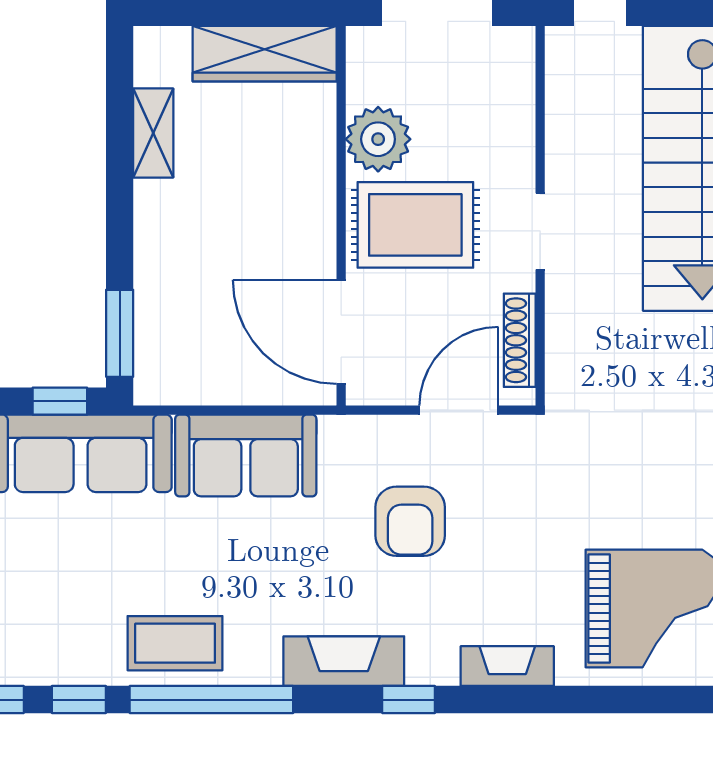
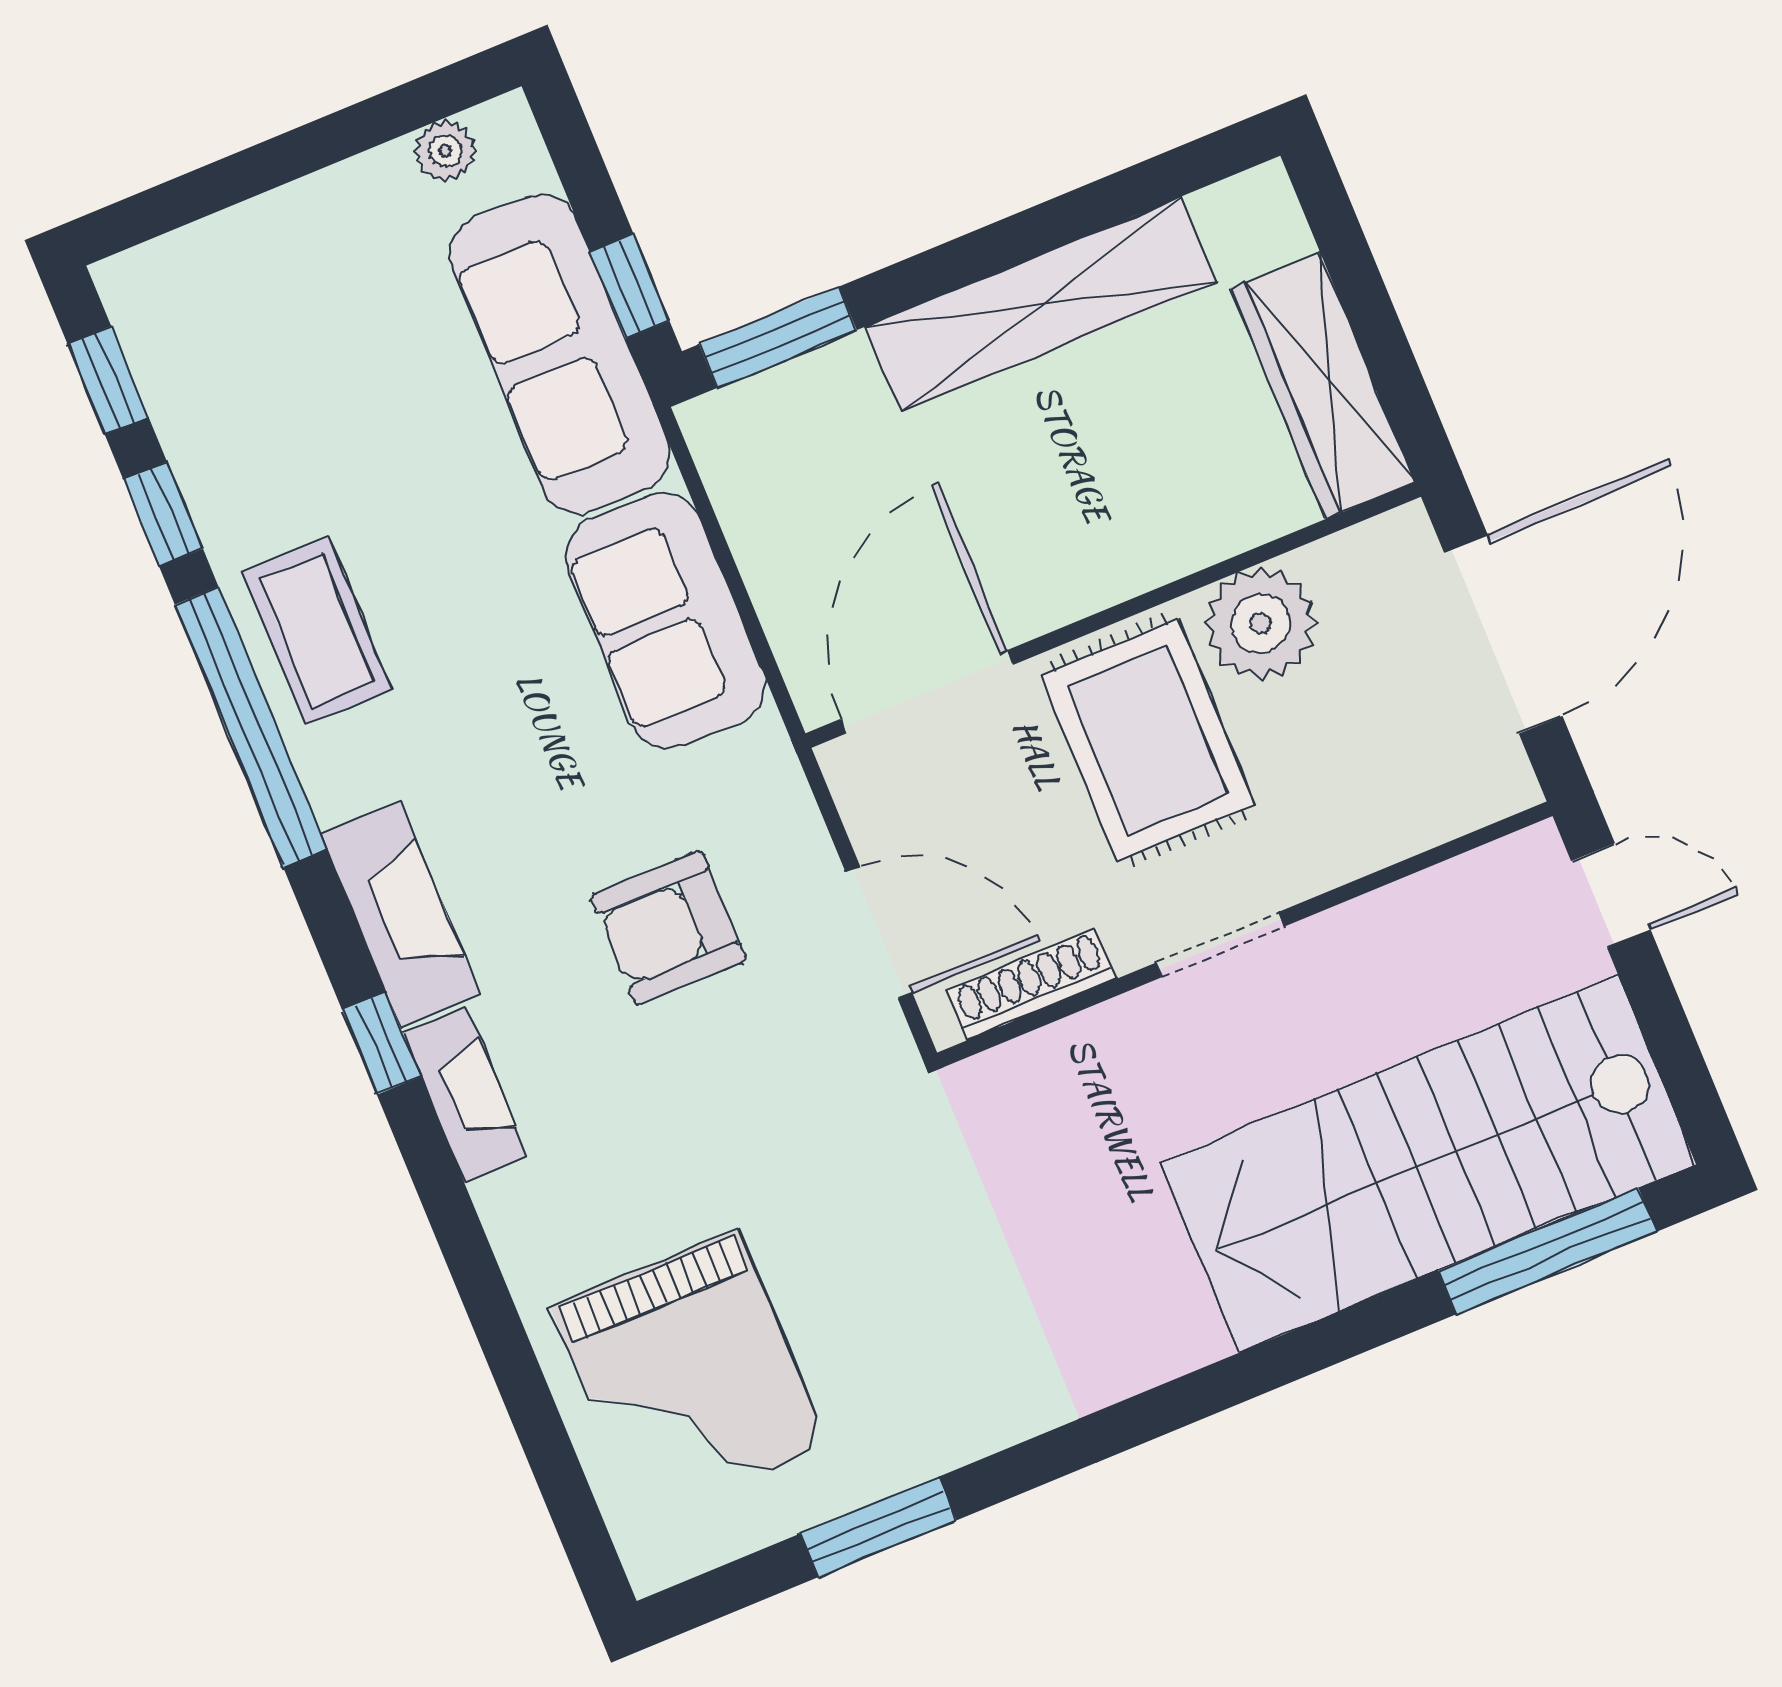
shelving: (153, 133) -> (1040, 305), width x2.20, depth x1.33
fireplace: (507, 666) -> (465, 1095), moved

